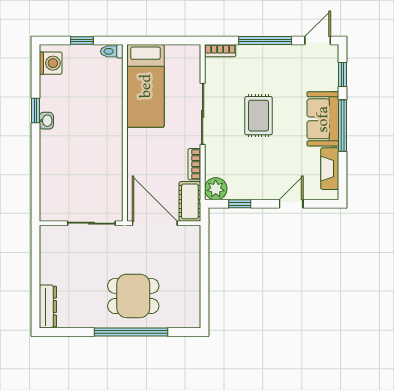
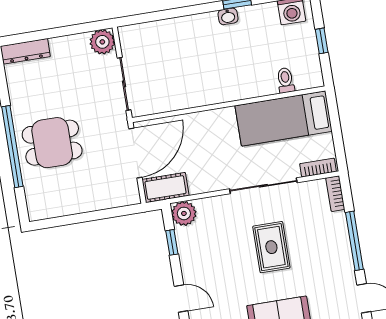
toilet: (112, 51) -> (285, 80), moved
rug: (259, 116) -> (271, 247), turned 90
bookcase: (194, 164) -> (318, 168), moved
plant: (51, 236) -> (102, 42), added
dining table: (133, 296) -> (52, 143), turned 90

